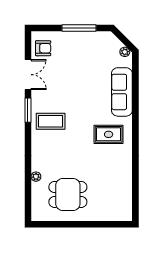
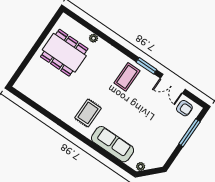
window: (79, 28) -> (189, 133), moved
armchair: (43, 48) -> (184, 108), turned -90
dining table: (68, 194) -> (64, 53), width x1.38

